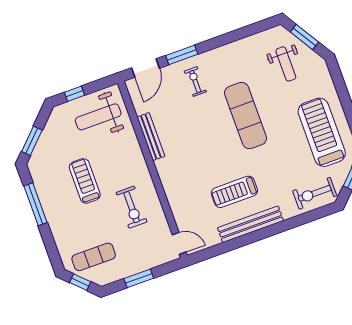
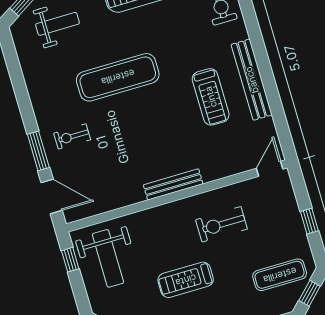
window: (75, 94) -> (70, 260), moved
bench: (151, 137) -> (173, 184), moved
exercise bike: (132, 207) -> (221, 224), turned 180
exercise mat: (94, 257) -> (280, 275), turned 90
window: (139, 278) -> (309, 221), width x0.67

